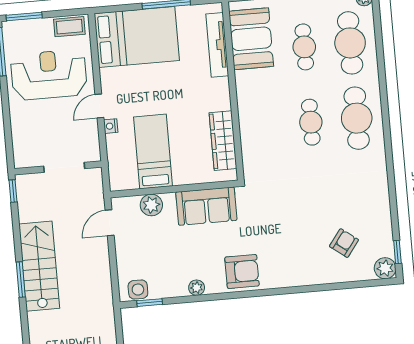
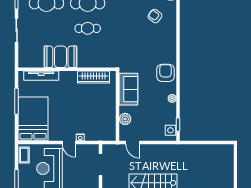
booth: (251, 39) -> (60, 57), moved
cafe table: (304, 47) -> (46, 28), removed
bed: (153, 152) -> (96, 116), removed

